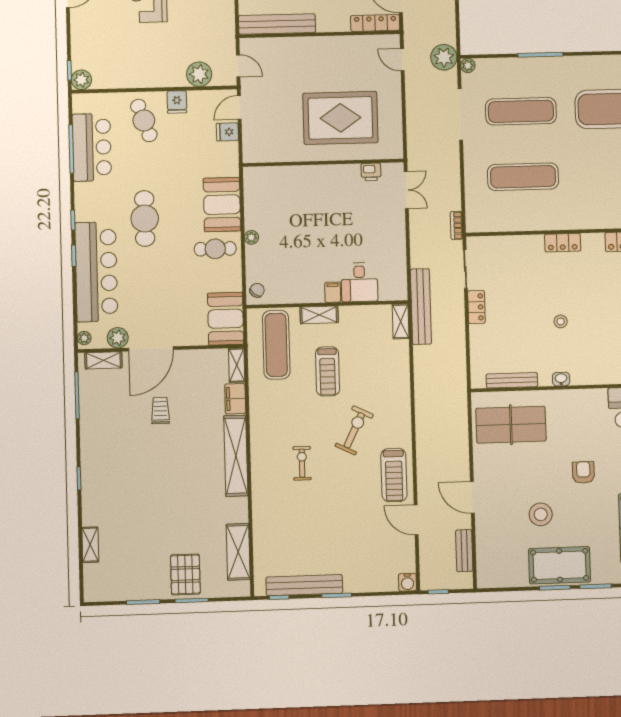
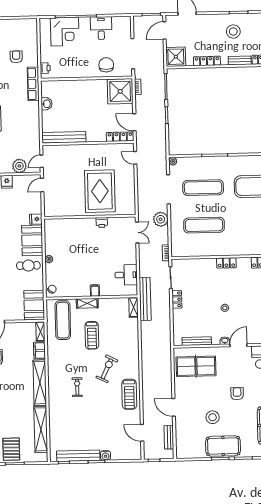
plant: (444, 57) -> (161, 219), moved
door: (238, 66) -> (42, 161), swing flipped
rug: (340, 118) -> (100, 191), turned 90
fridge: (227, 132) -> (36, 219), moved
printer: (371, 172) -> (102, 222), moved
desk: (359, 282) -> (126, 275), moved, turned -90
door: (585, 387) -> (238, 345), added
door: (416, 520) -> (142, 433), moved
shelving: (238, 552) -> (41, 429), width x1.47
water cooler: (407, 582) -> (106, 456), moved

